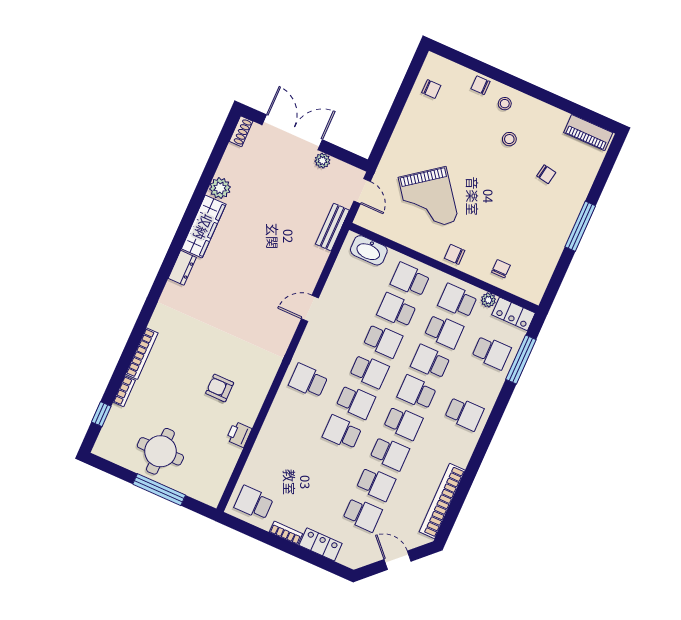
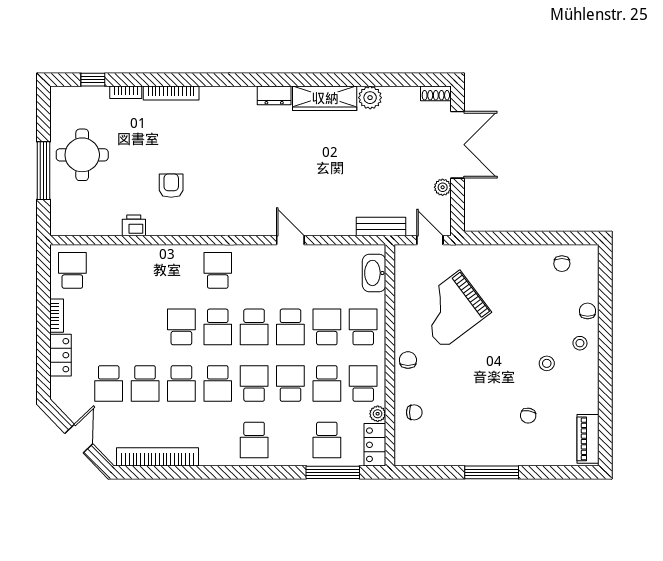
door: (362, 191) -> (430, 240), swing flipped

